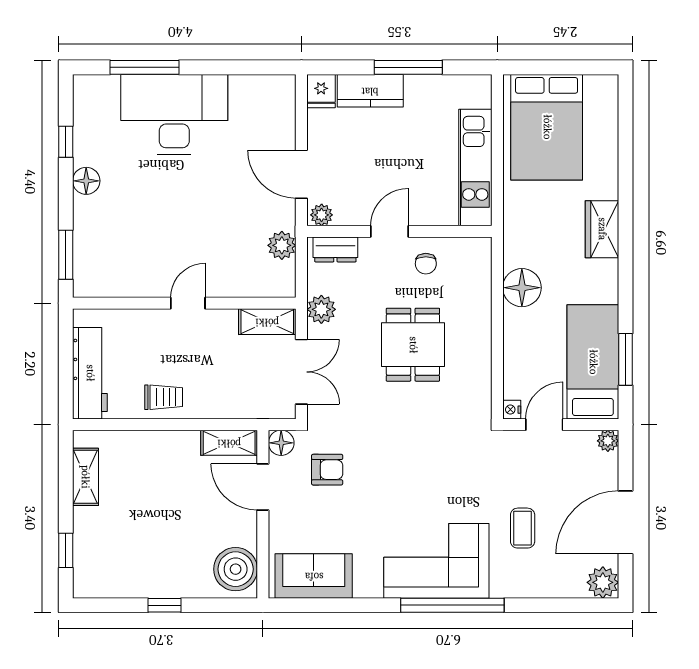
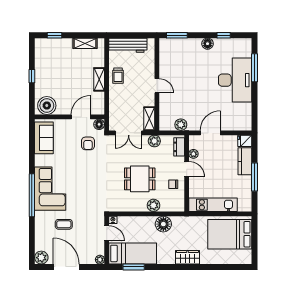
plant: (322, 215) -> (193, 154), moved
plant: (477, 311) -> (153, 205), added
shelving: (229, 443) -> (99, 79), moved

